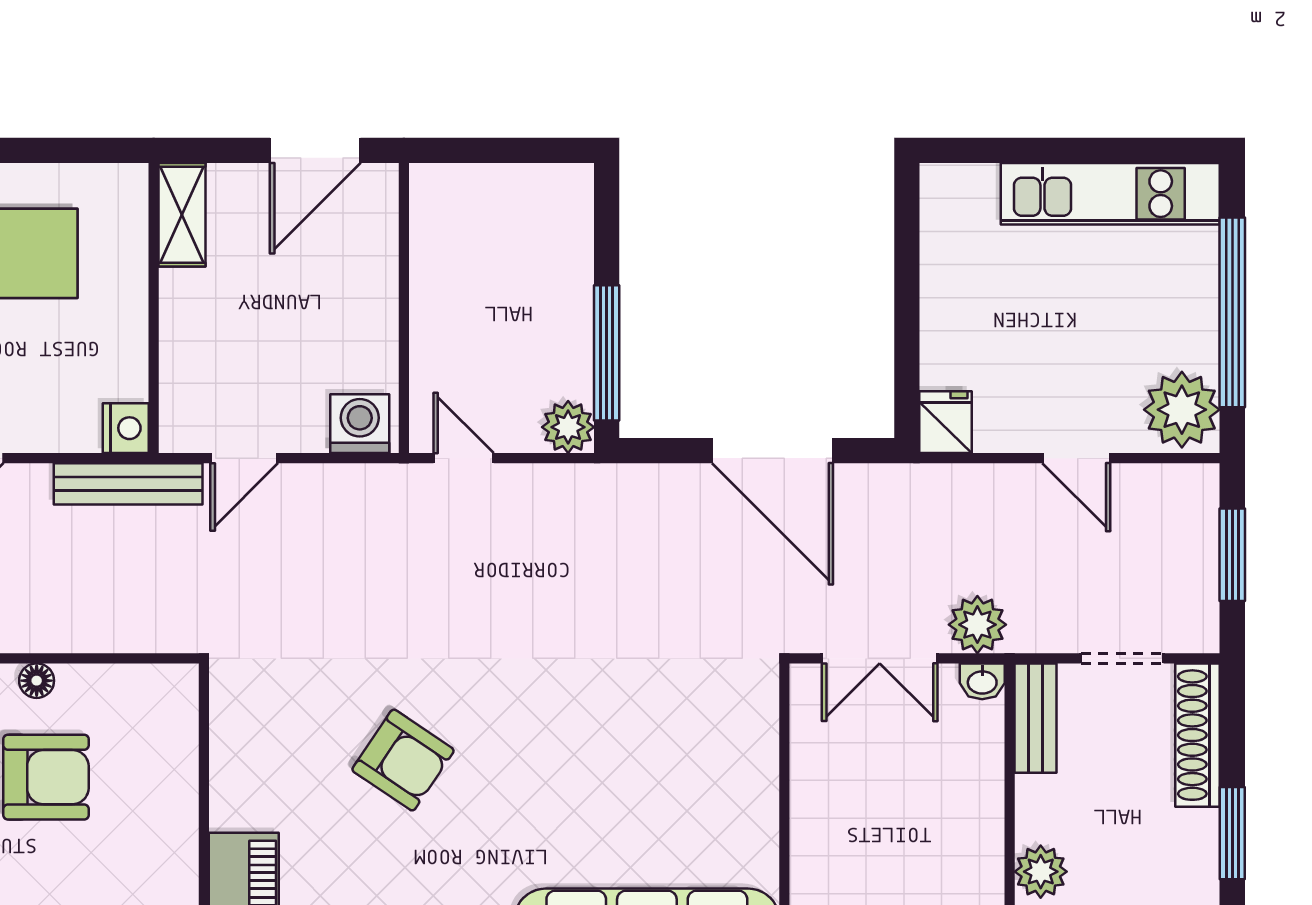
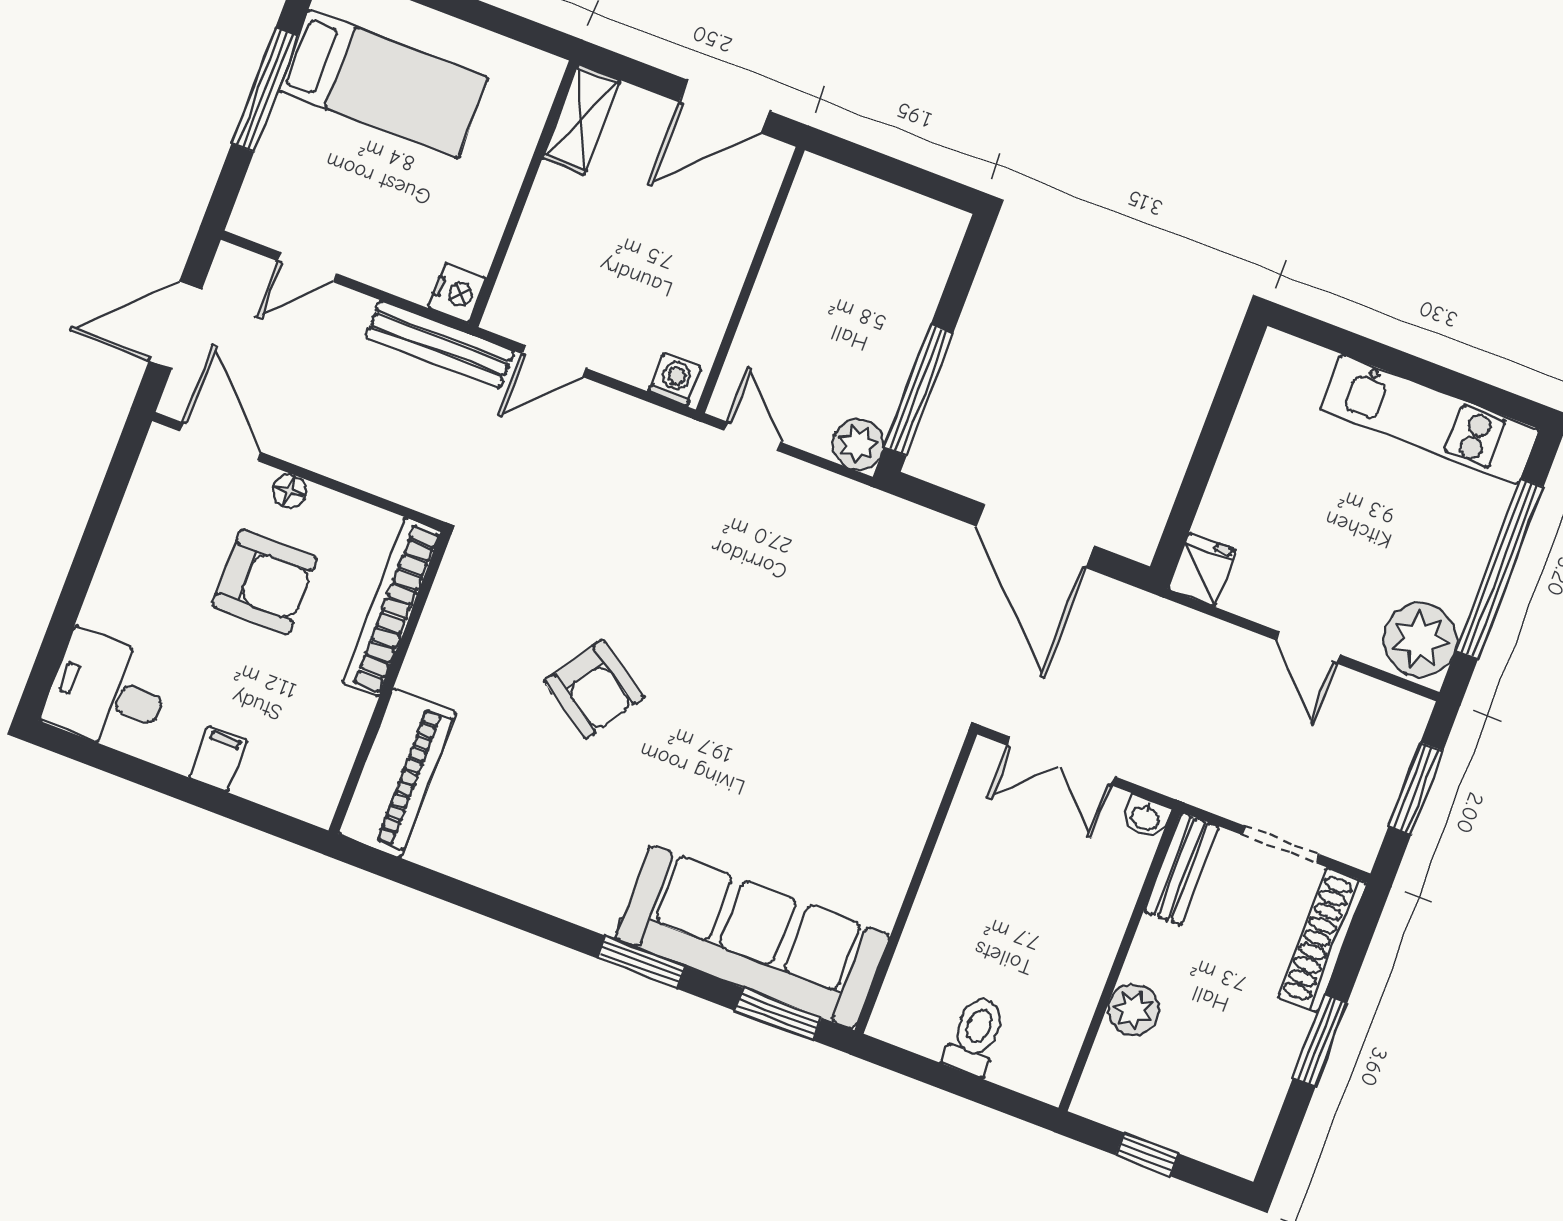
washing machine: (360, 424) -> (675, 380), width x0.73, depth x0.73
plant: (977, 625) -> (1161, 764), removed
bookcase: (178, 755) -> (392, 607), added

